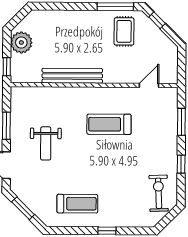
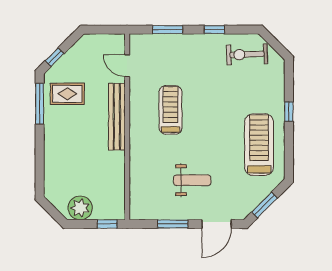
bench: (72, 76) -> (117, 117), moved
treadmill: (109, 124) -> (171, 110), turned 180
treadmill: (77, 204) -> (259, 145), width x1.37, depth x1.38

